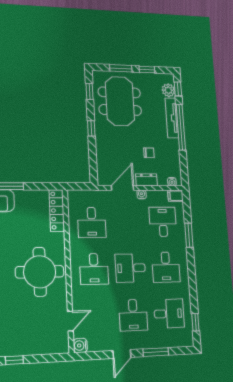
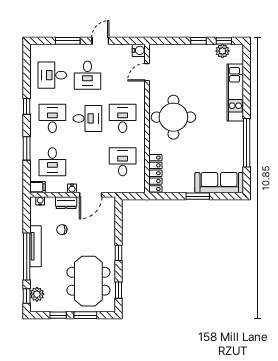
tv unit: (172, 118) -> (35, 246), moved
desk: (133, 315) -> (87, 75), turned 180
window: (195, 322) -> (27, 106), moved

